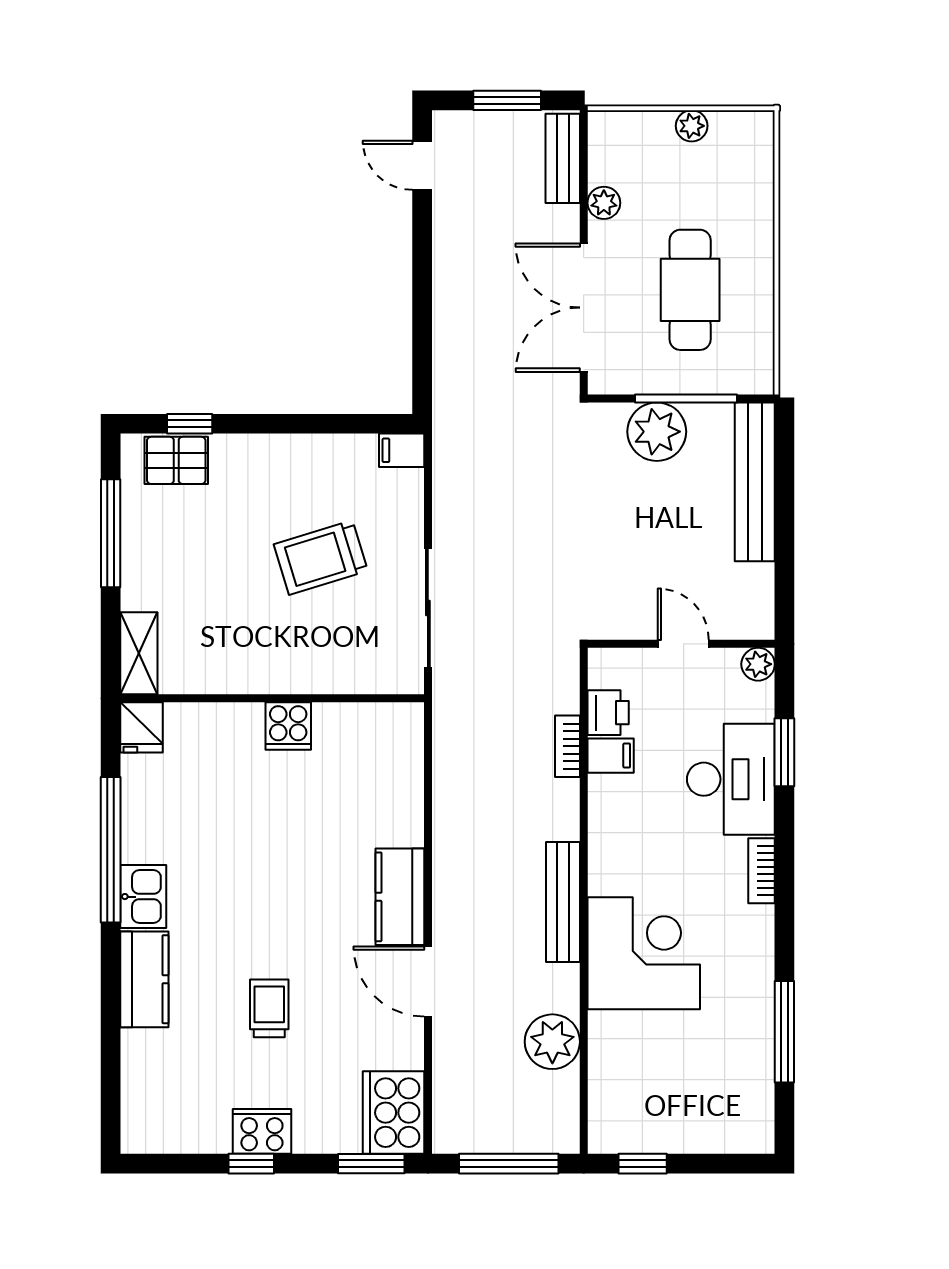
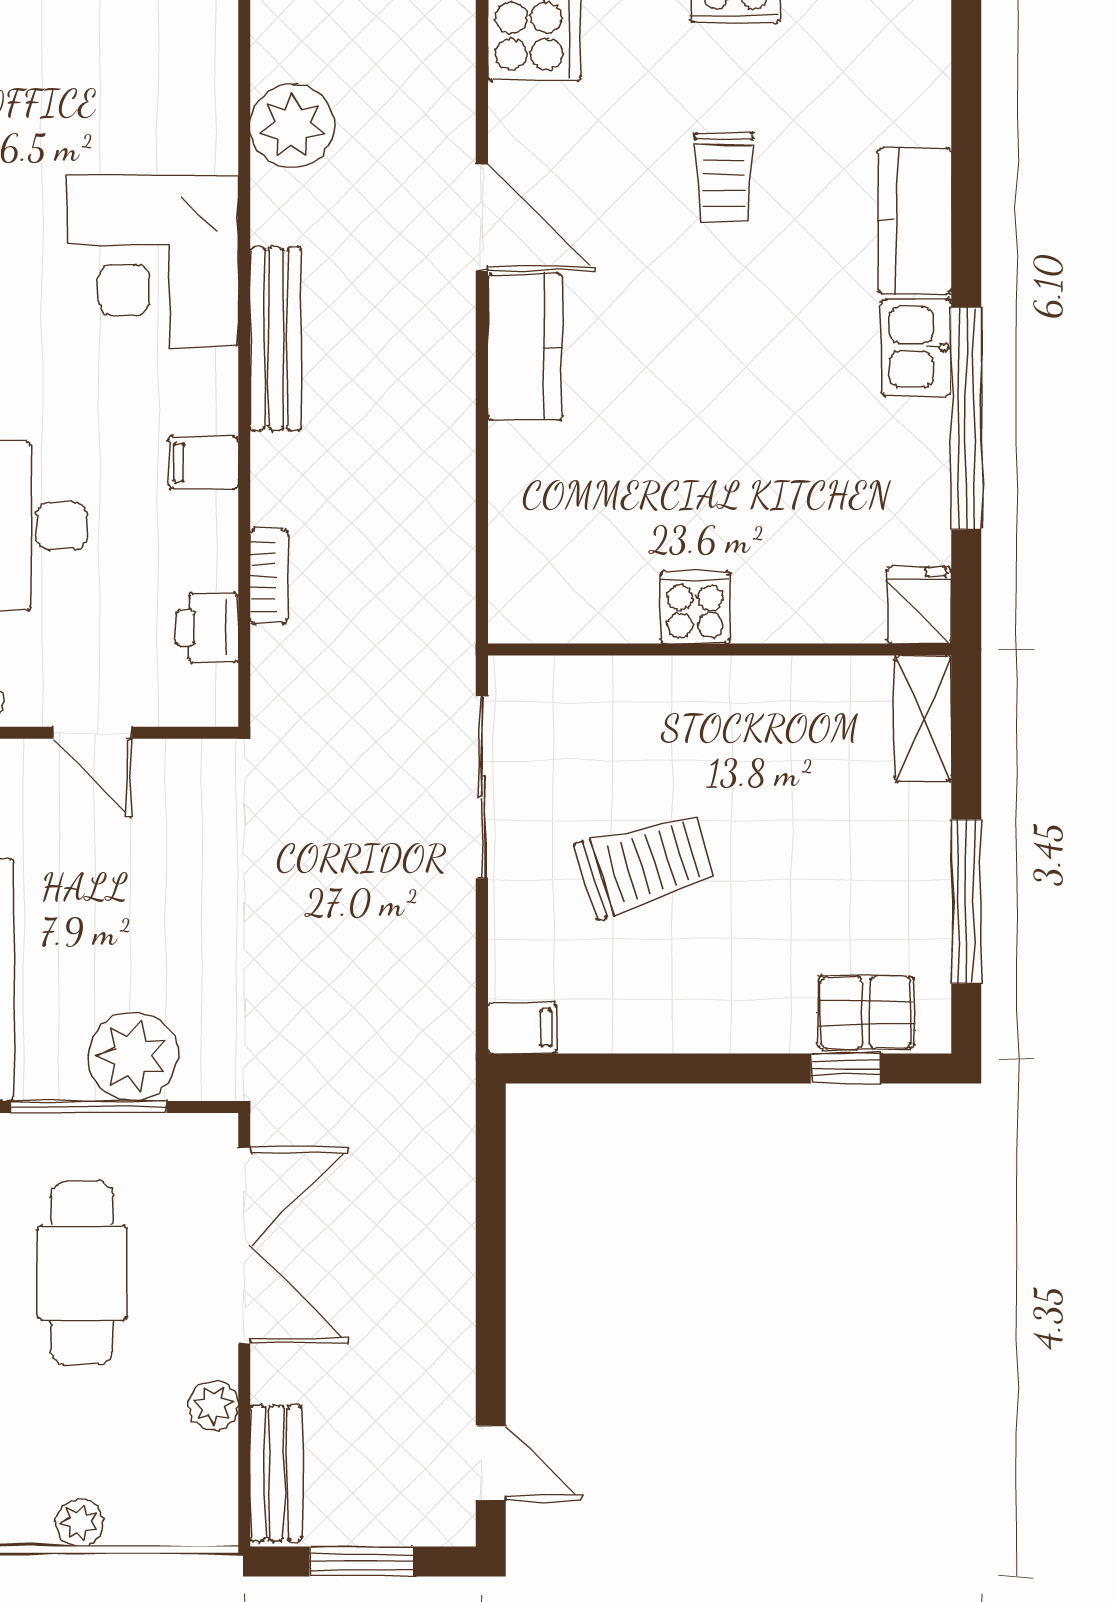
filing cabinet: (611, 756) -> (203, 463), moved

